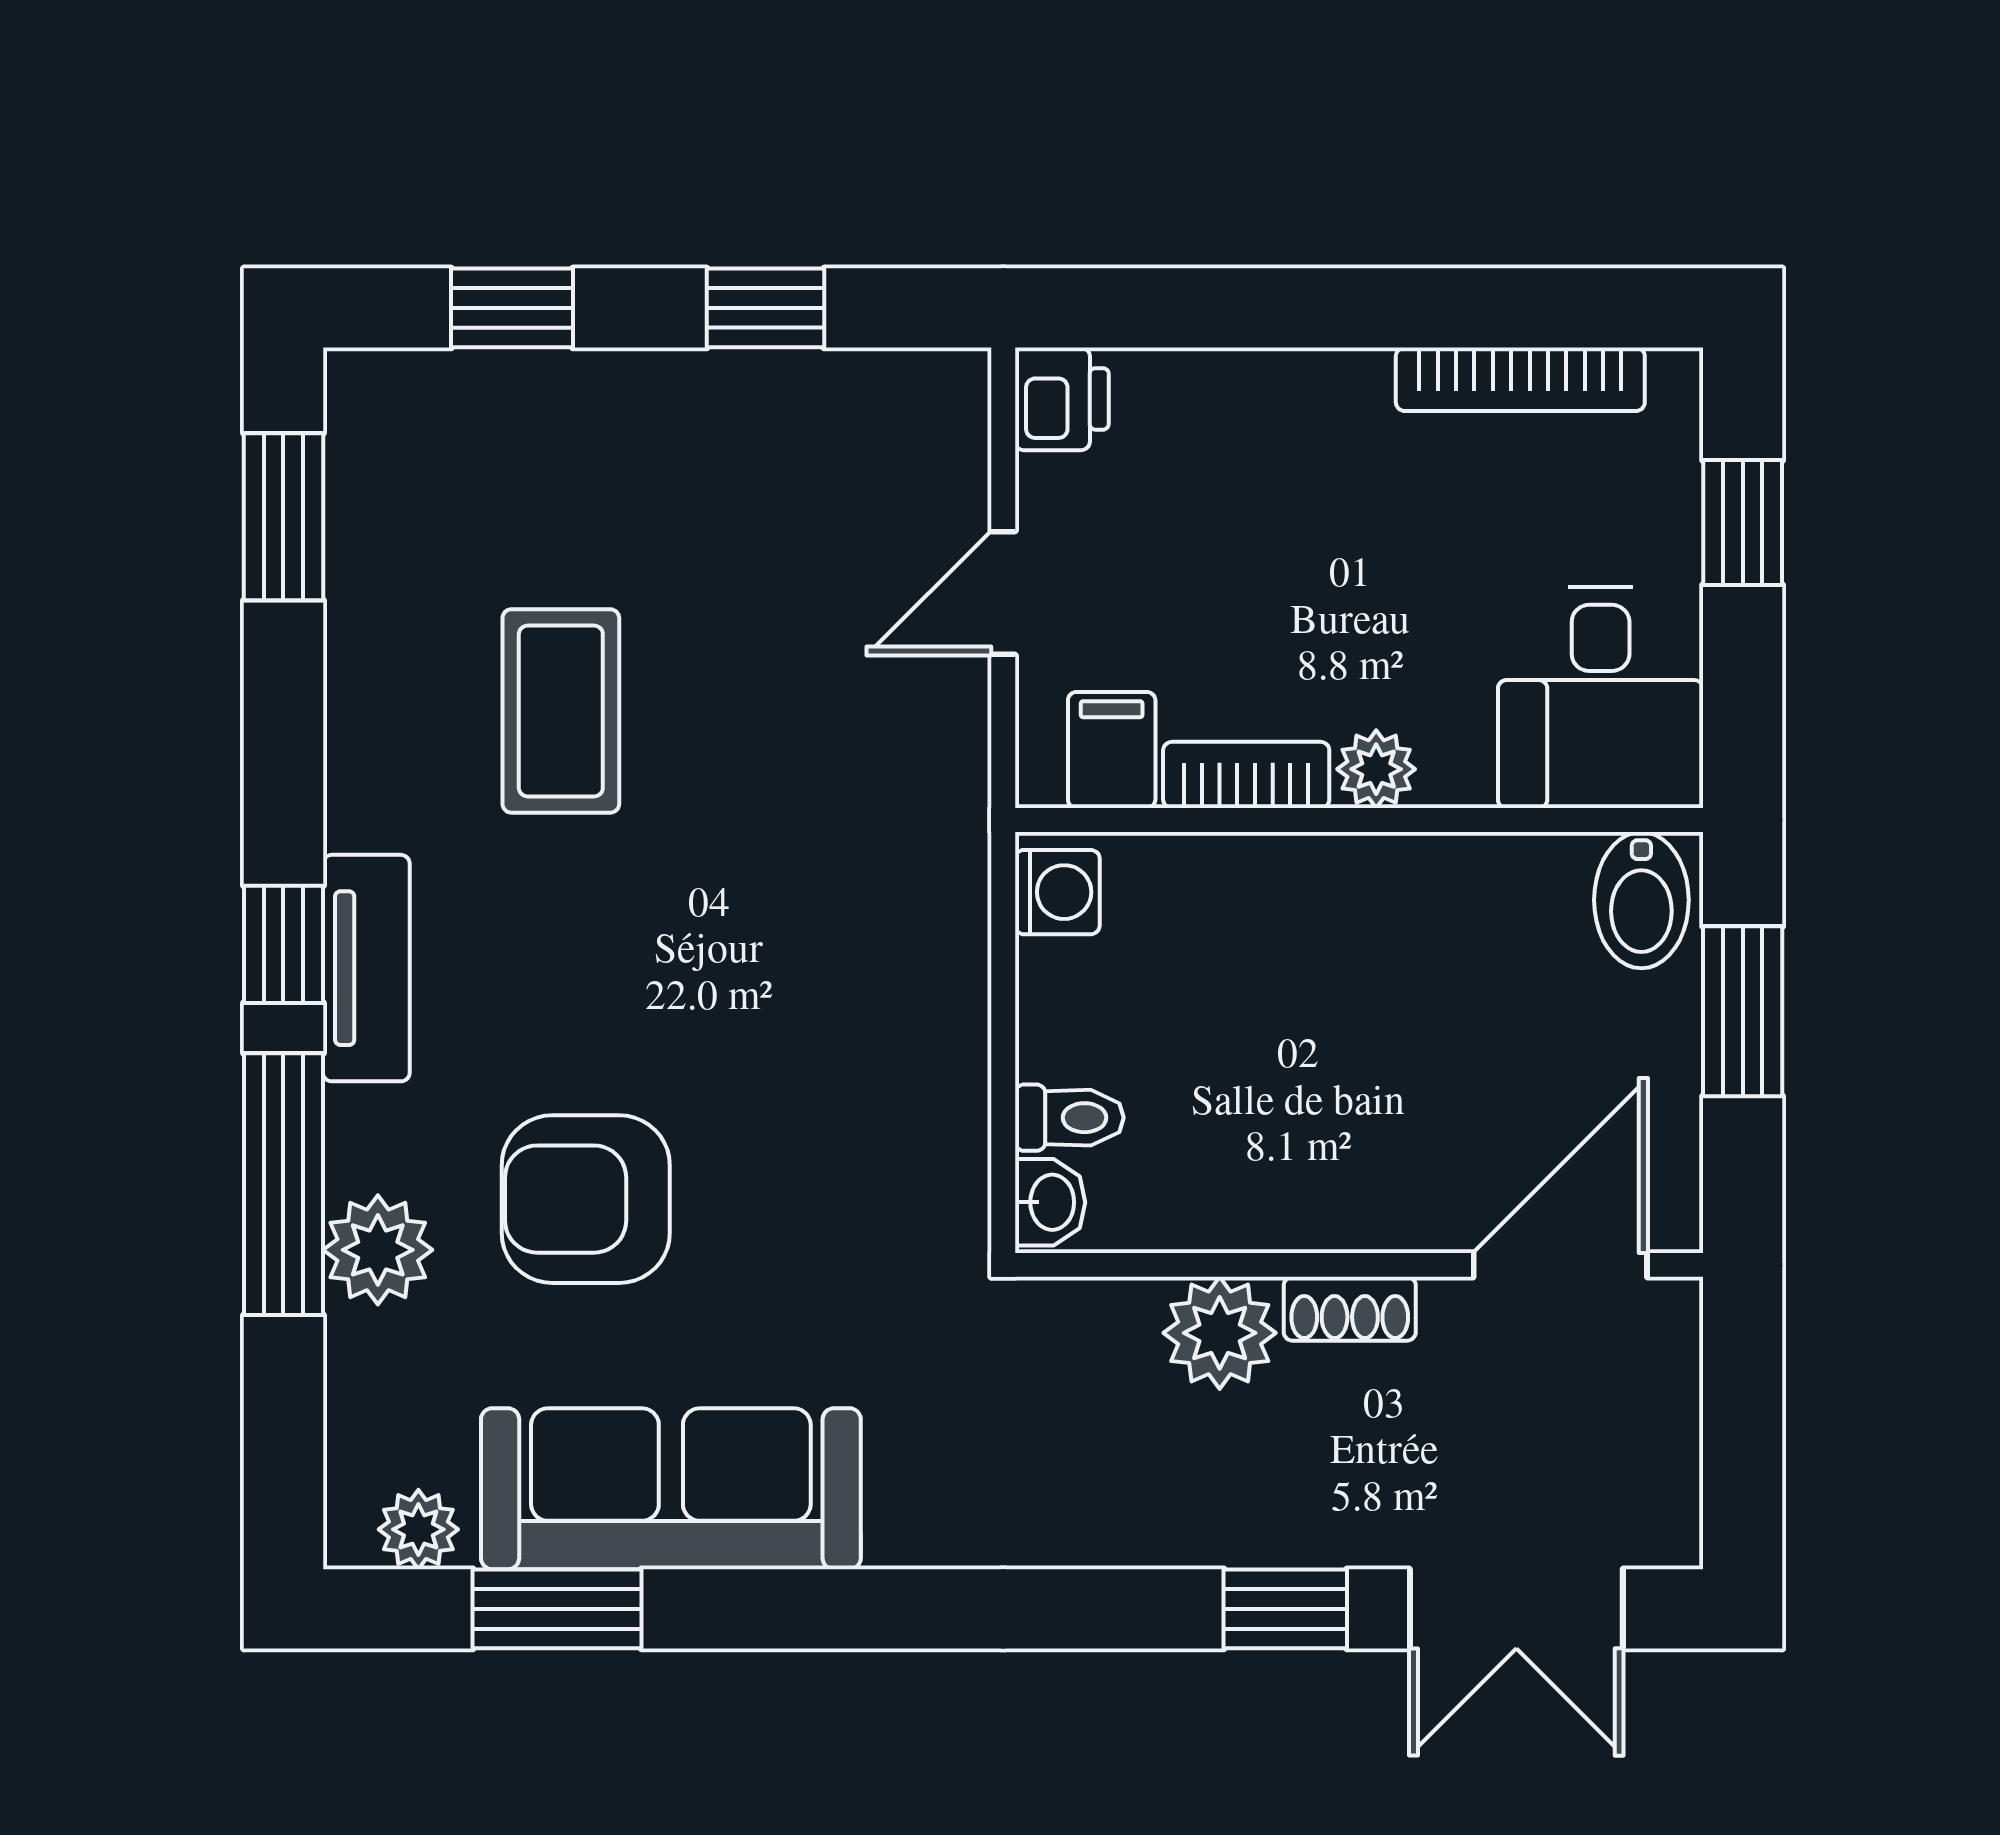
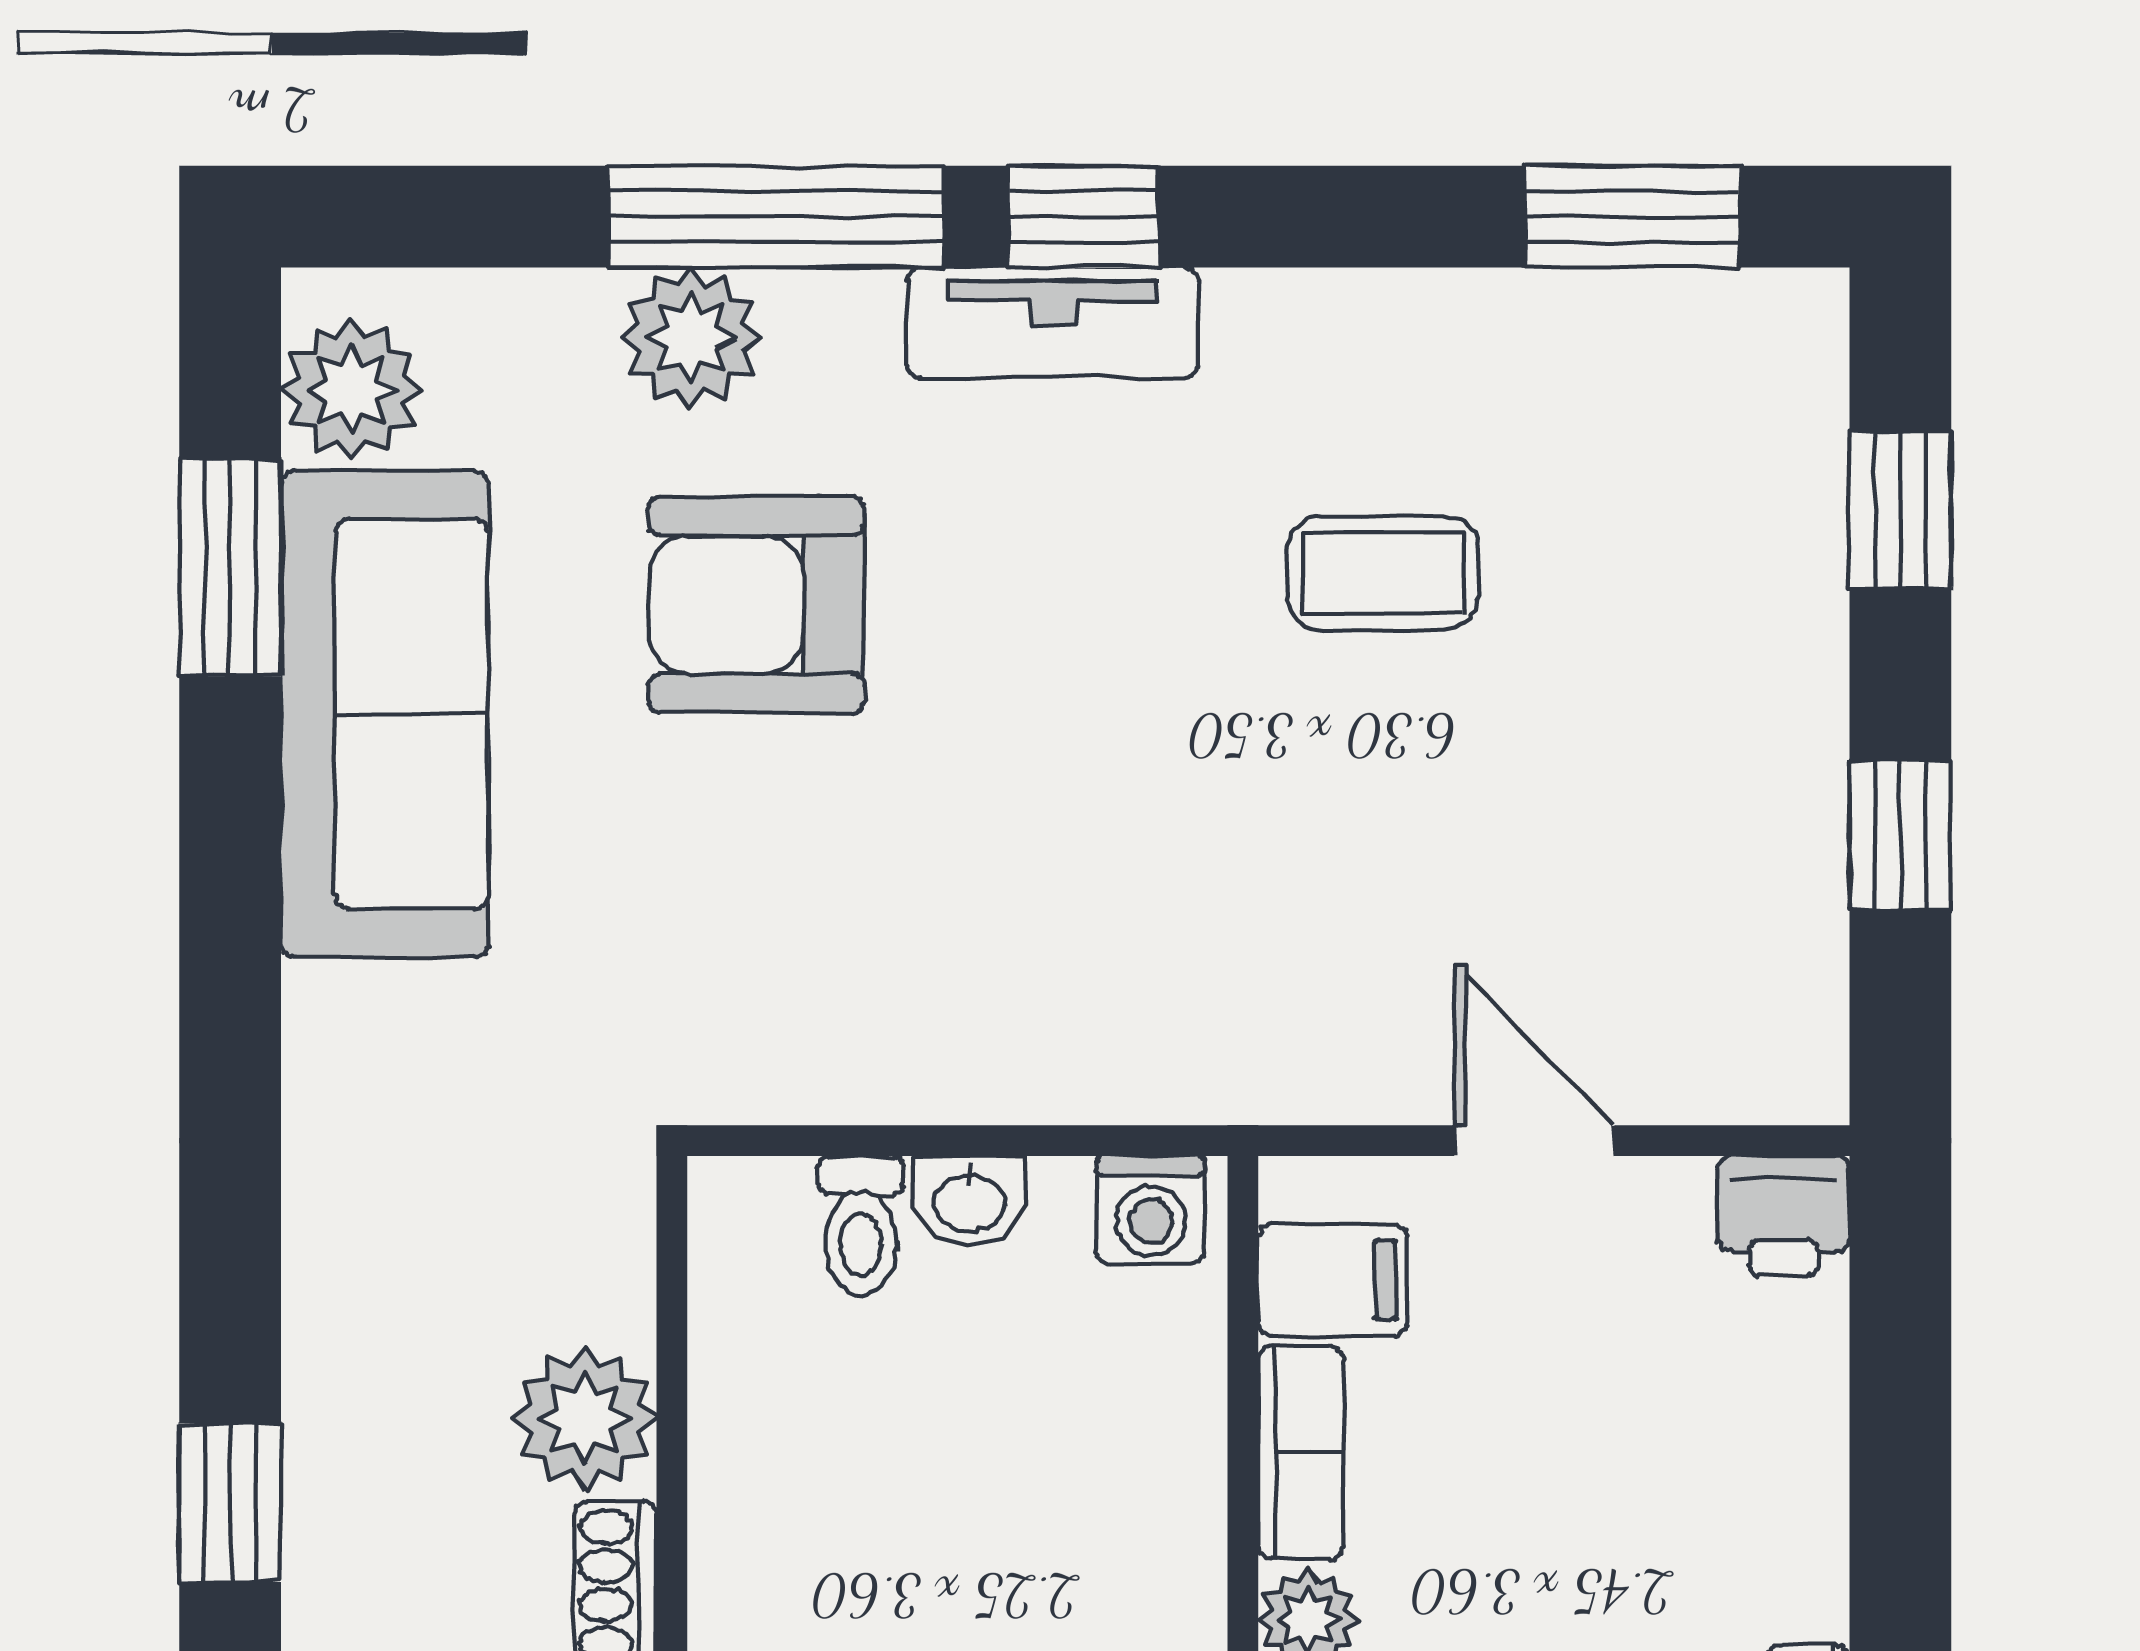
coffee table: (561, 711) -> (1383, 573), width x0.73, depth x0.77
armchair: (586, 1199) -> (756, 605), turned -90
washbasin: (1050, 1202) -> (969, 1201), moved
plant: (418, 1529) -> (351, 390), width x1.38, depth x1.38

